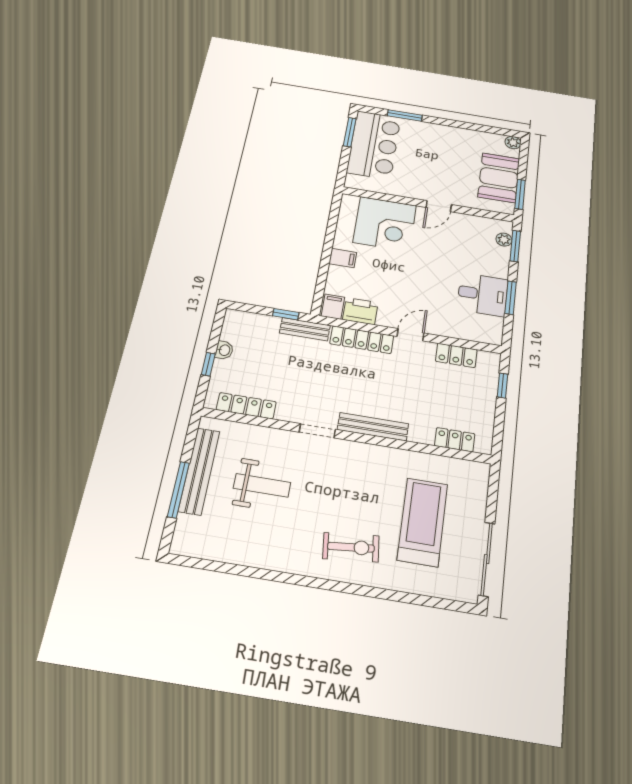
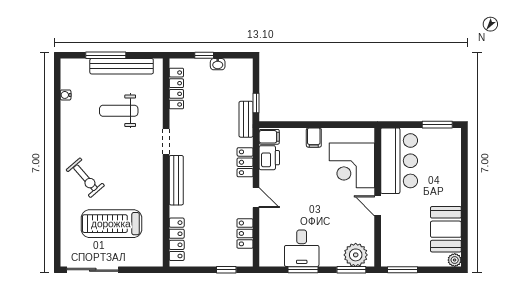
window: (405, 116) -> (464, 167), removed
bar counter: (374, 145) -> (399, 161), moved, turned -90
booth: (499, 178) -> (446, 229), moved, turned 90
plant: (504, 240) -> (356, 255), width x1.88, depth x1.88
locker: (362, 340) -> (245, 162), width x0.66
locker: (455, 440) -> (177, 239), width x1.53
weight bench: (262, 485) -> (119, 111), turned 90
treadmill: (423, 522) -> (111, 224), turned 180
exercise bike: (351, 547) -> (85, 178), turned -35
water cooler: (224, 555) -> (66, 95), added

